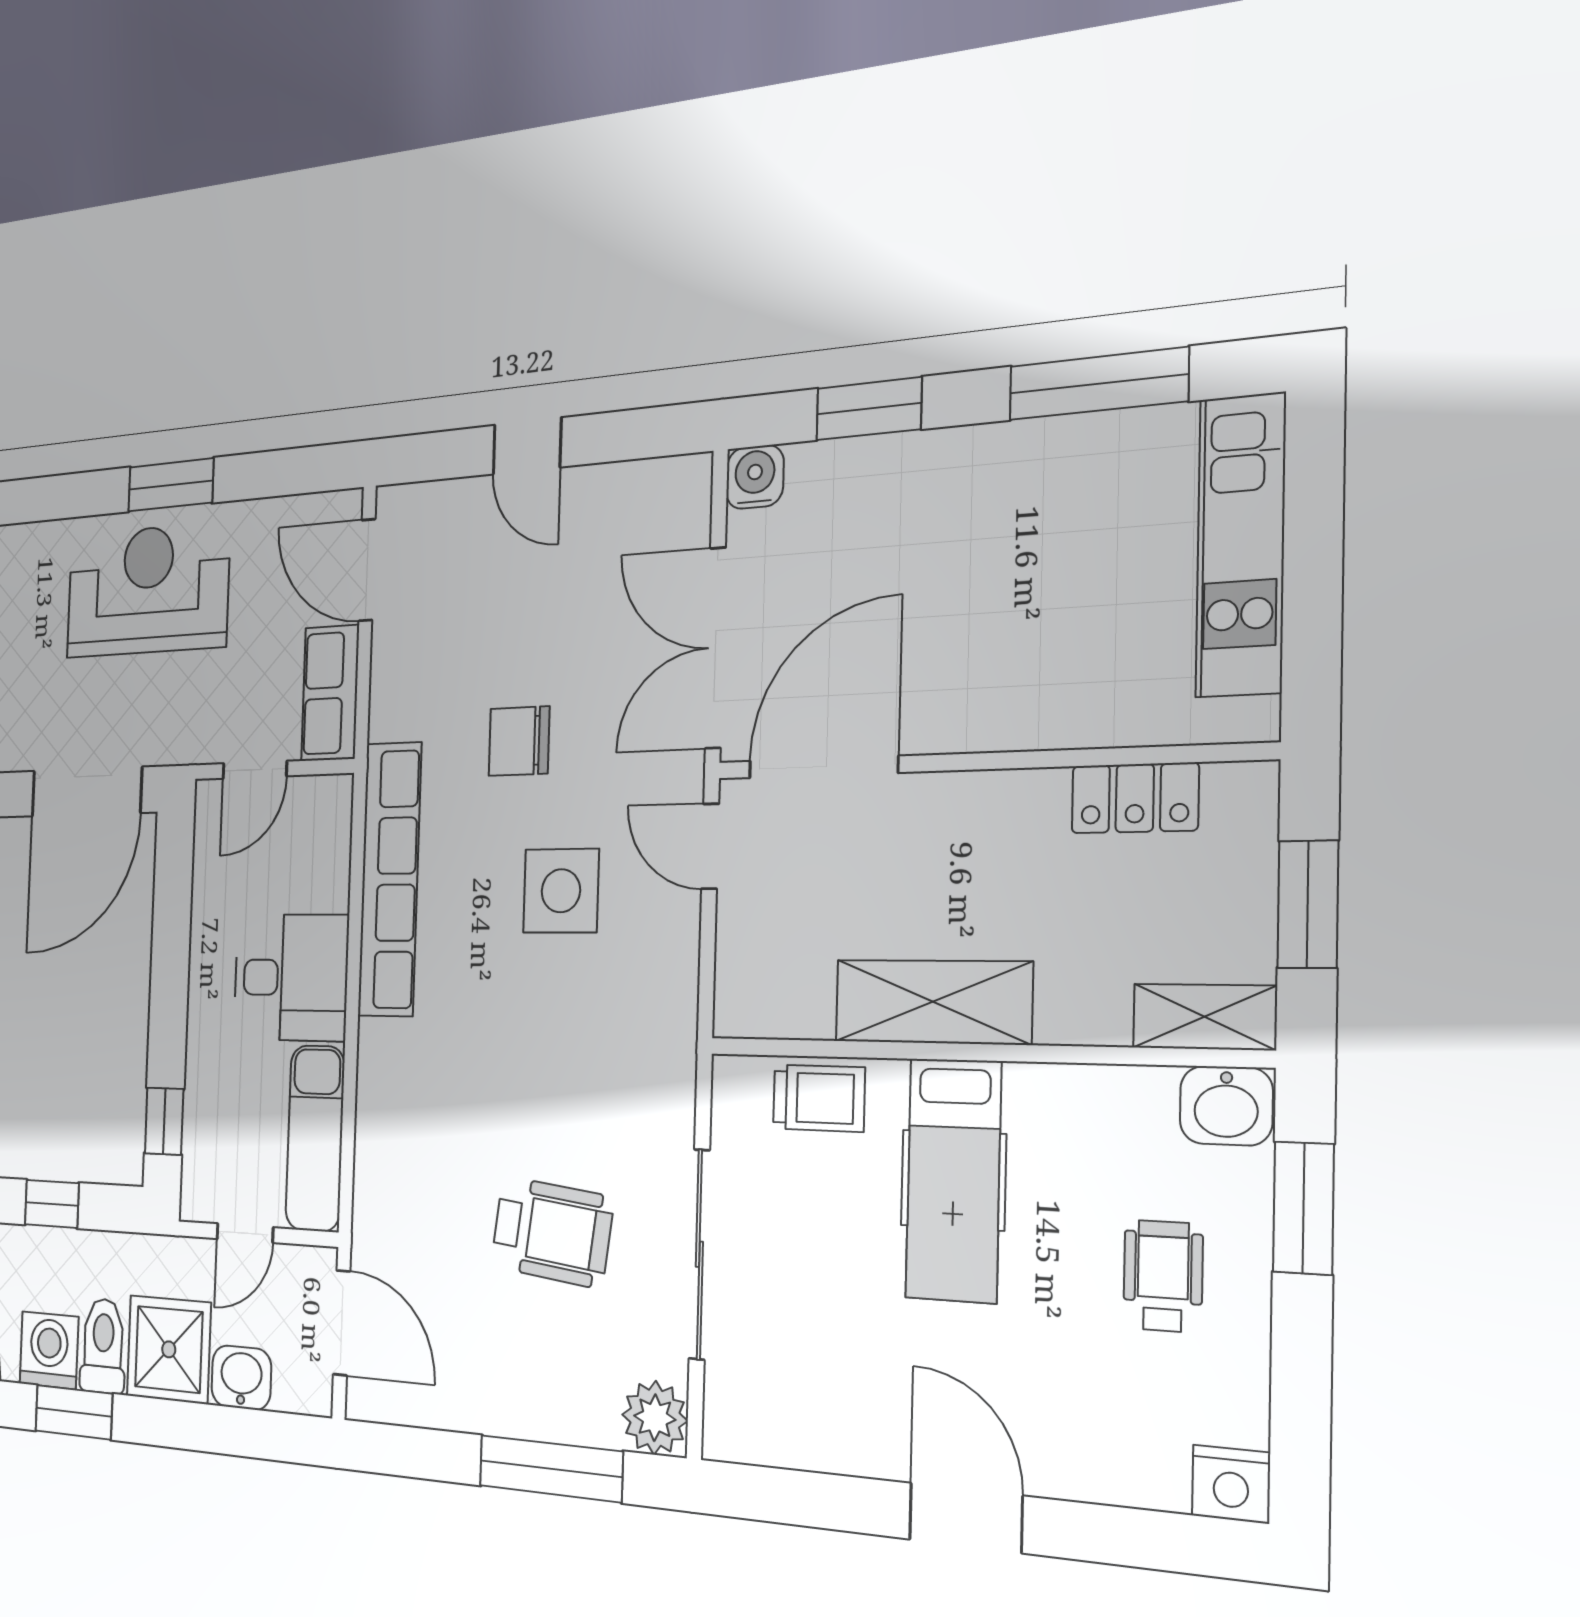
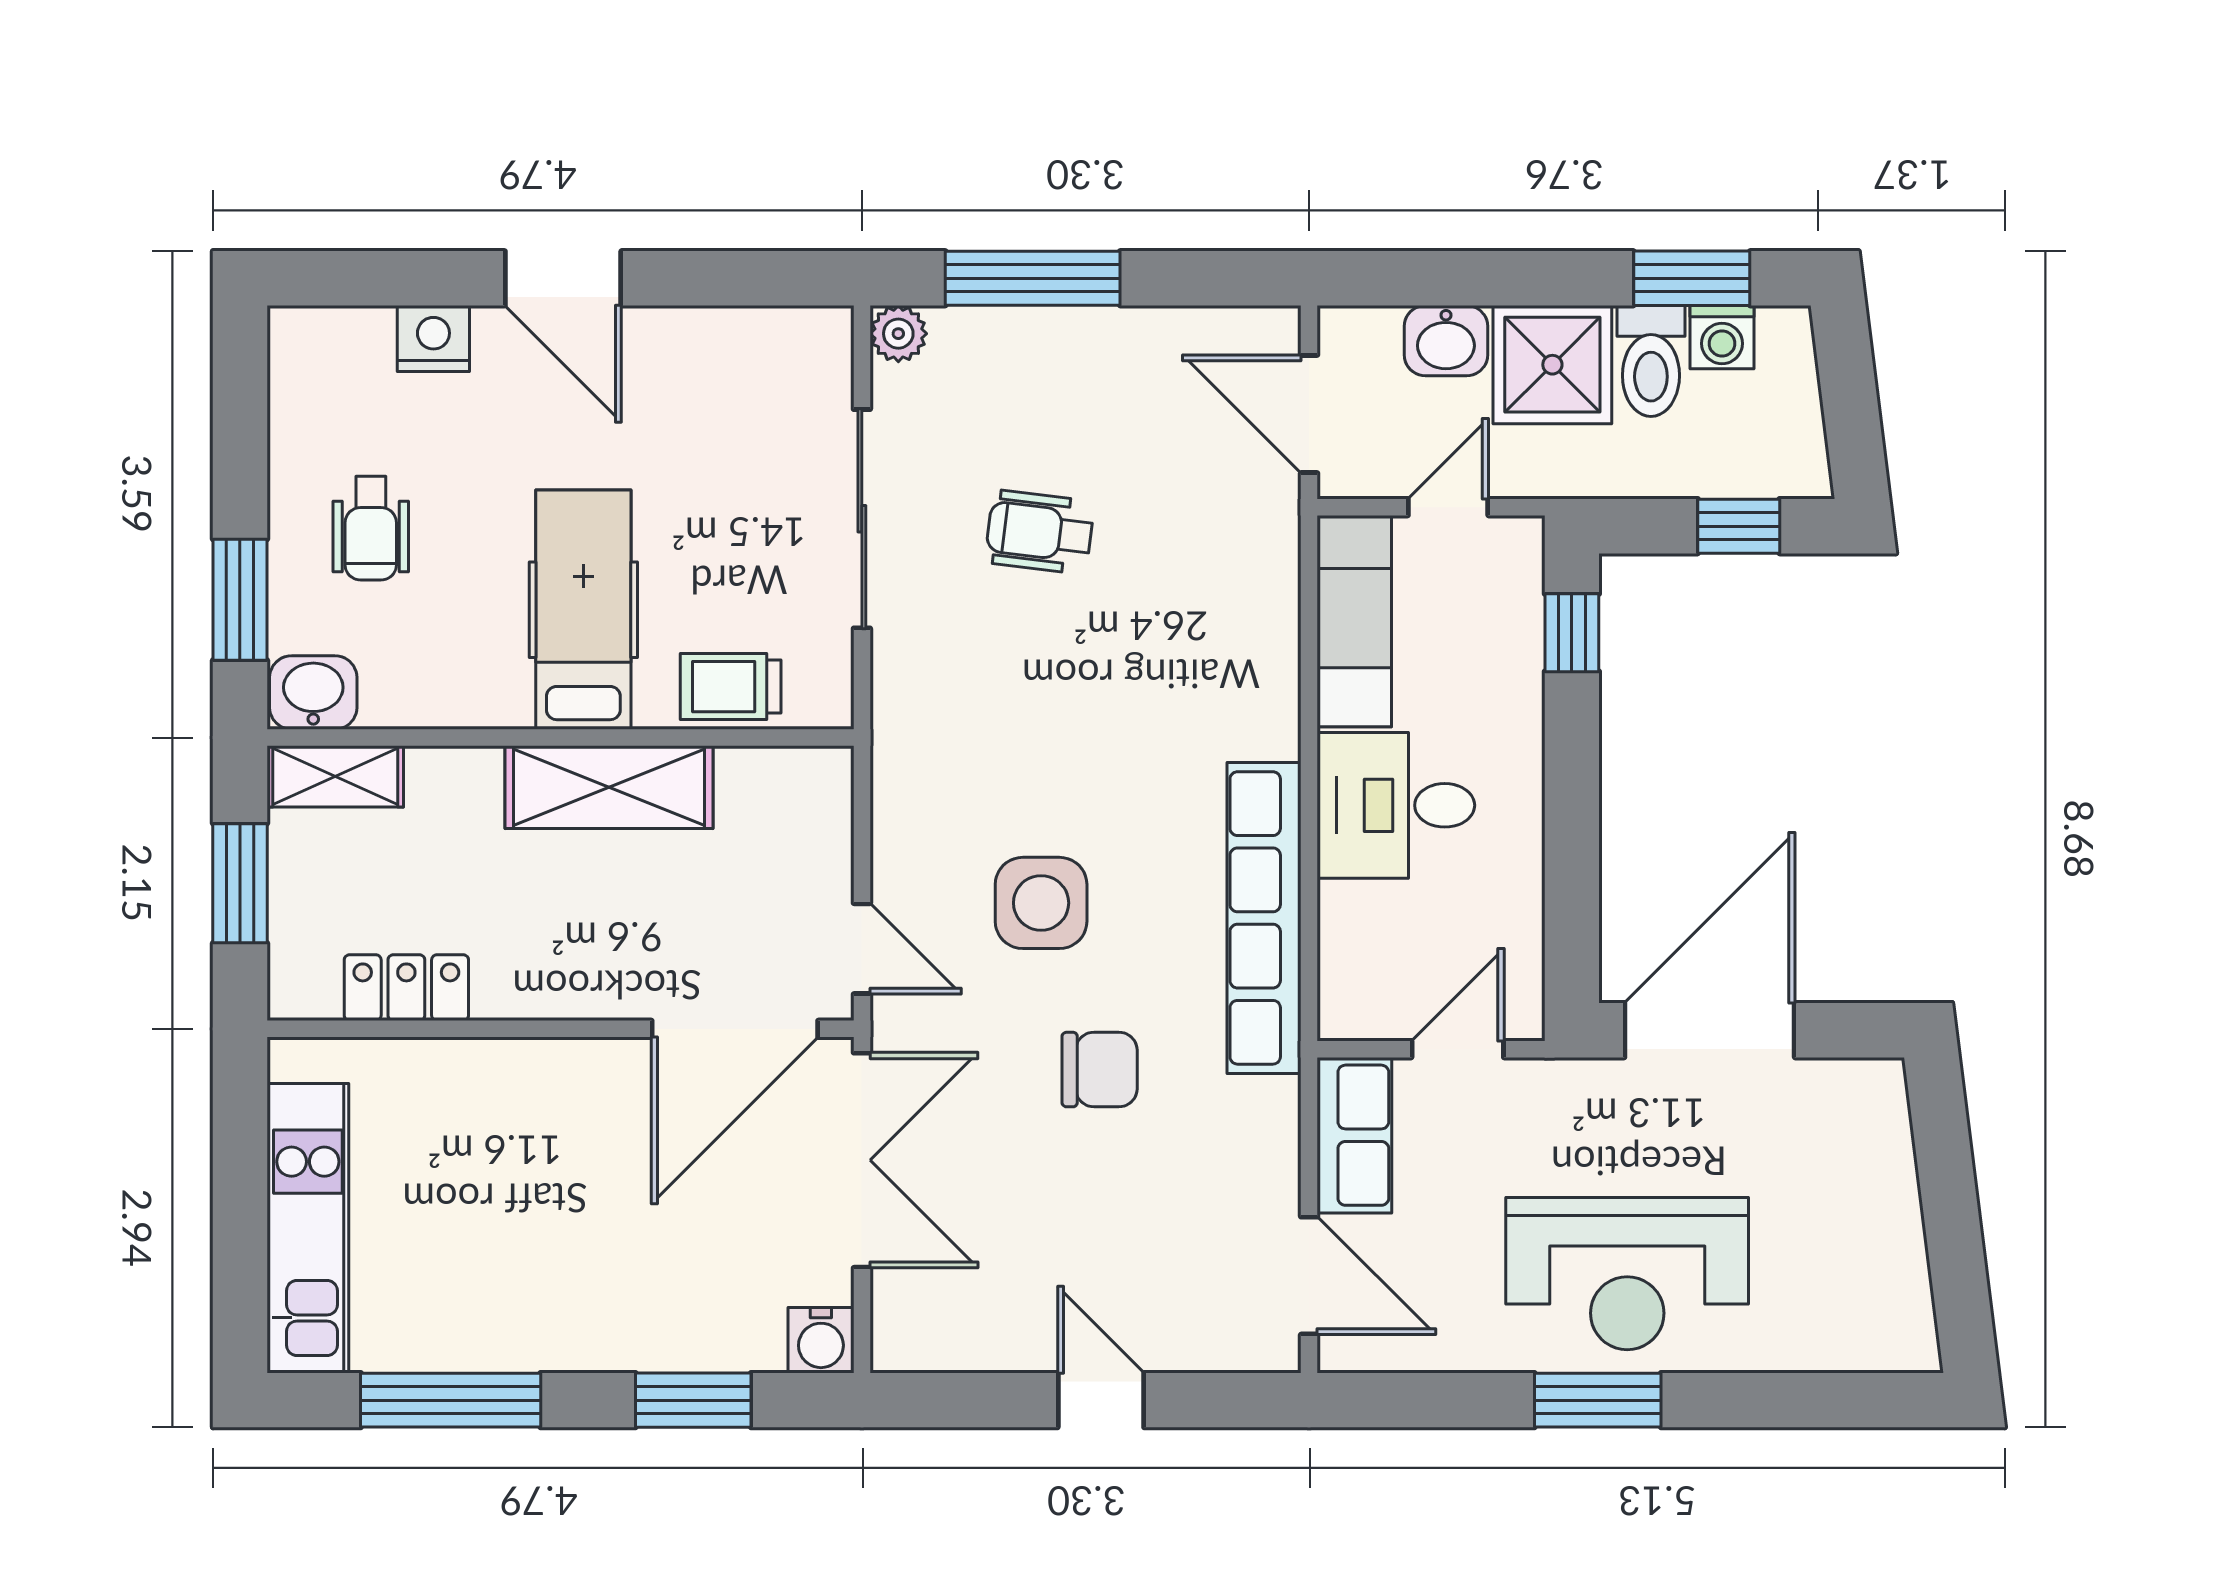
wheelchair: (552, 1232) -> (1040, 532), width x0.73, depth x0.73
washing machine: (49, 1350) -> (1722, 337), width x0.73, depth x0.73
plant: (655, 1418) -> (898, 334), width x0.73, depth x0.73
nightstand: (1231, 1484) -> (433, 338), moved

